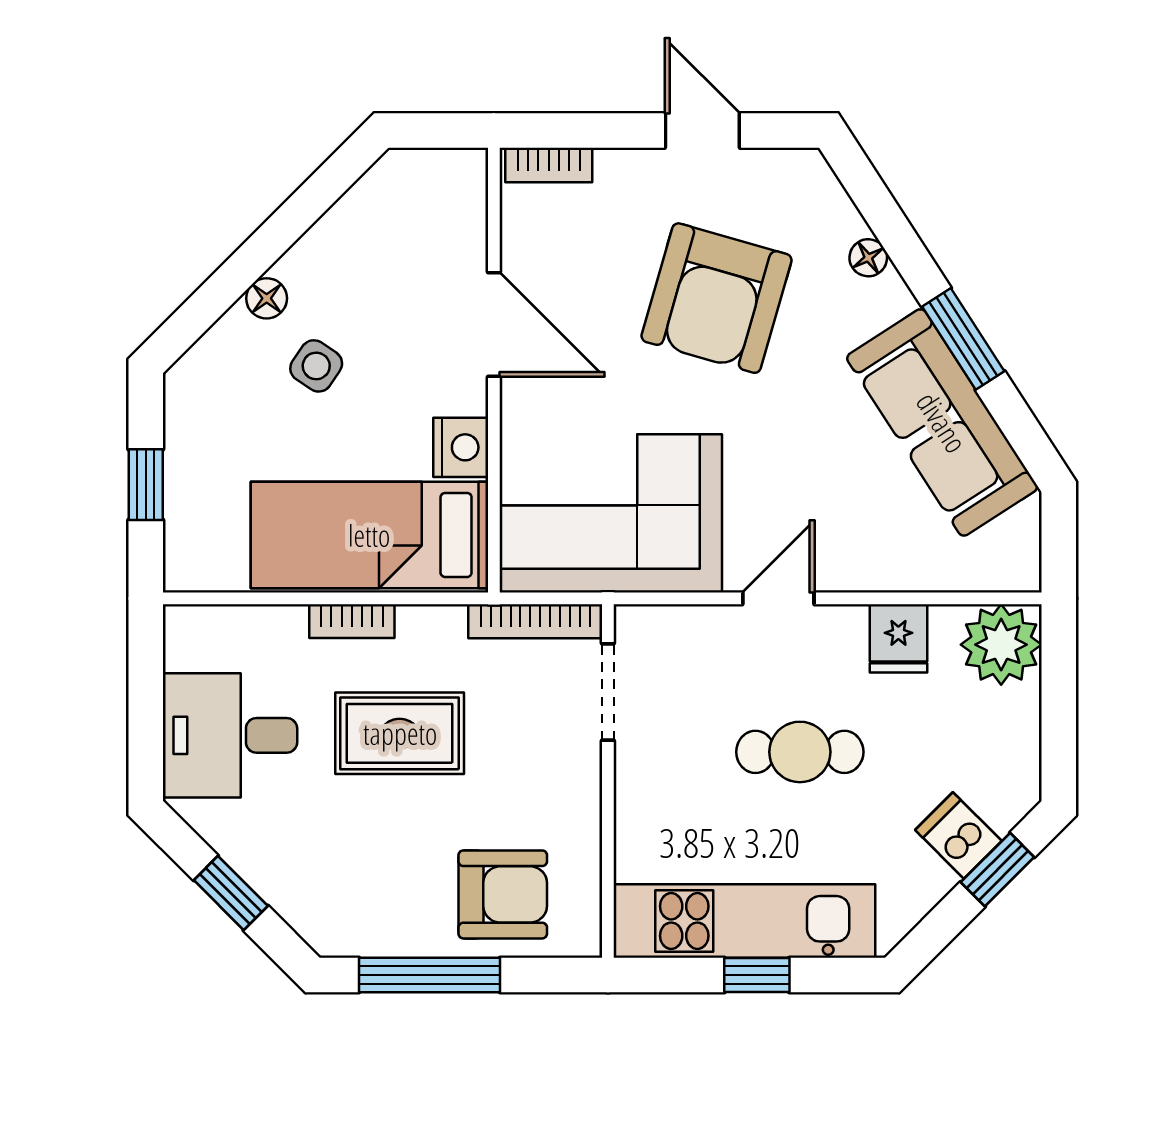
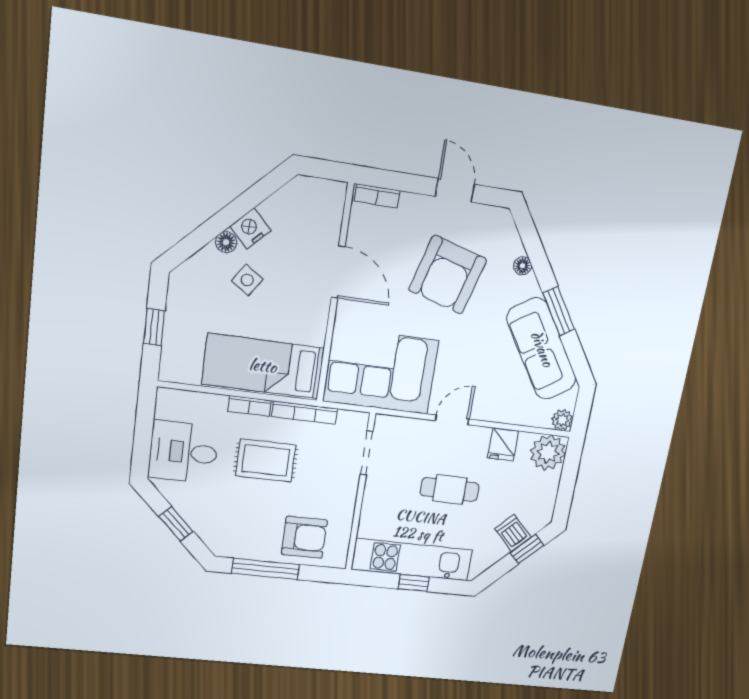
nightstand: (461, 447) -> (250, 228), moved, turned -135
plant: (1018, 569) -> (562, 420), added
bookcase: (535, 621) -> (304, 413), moved

